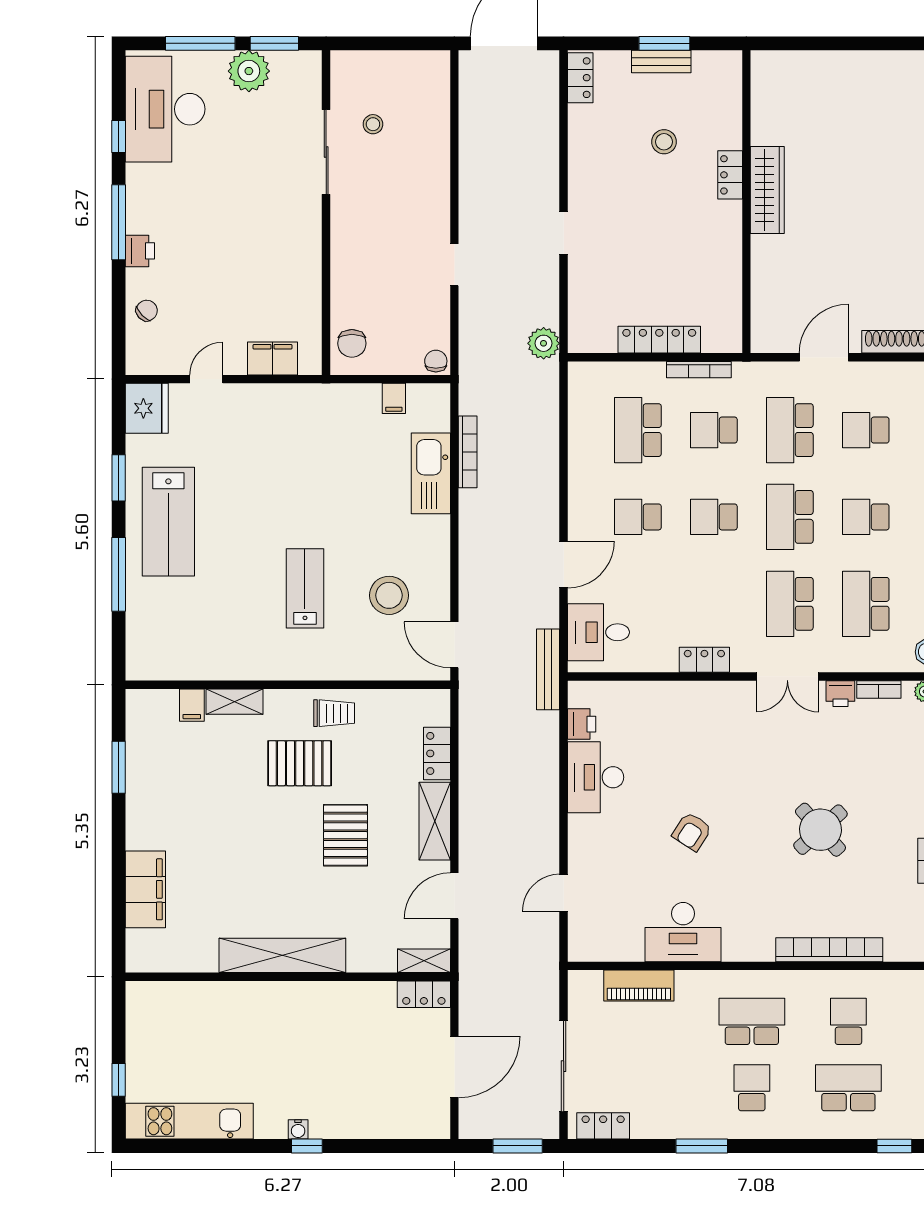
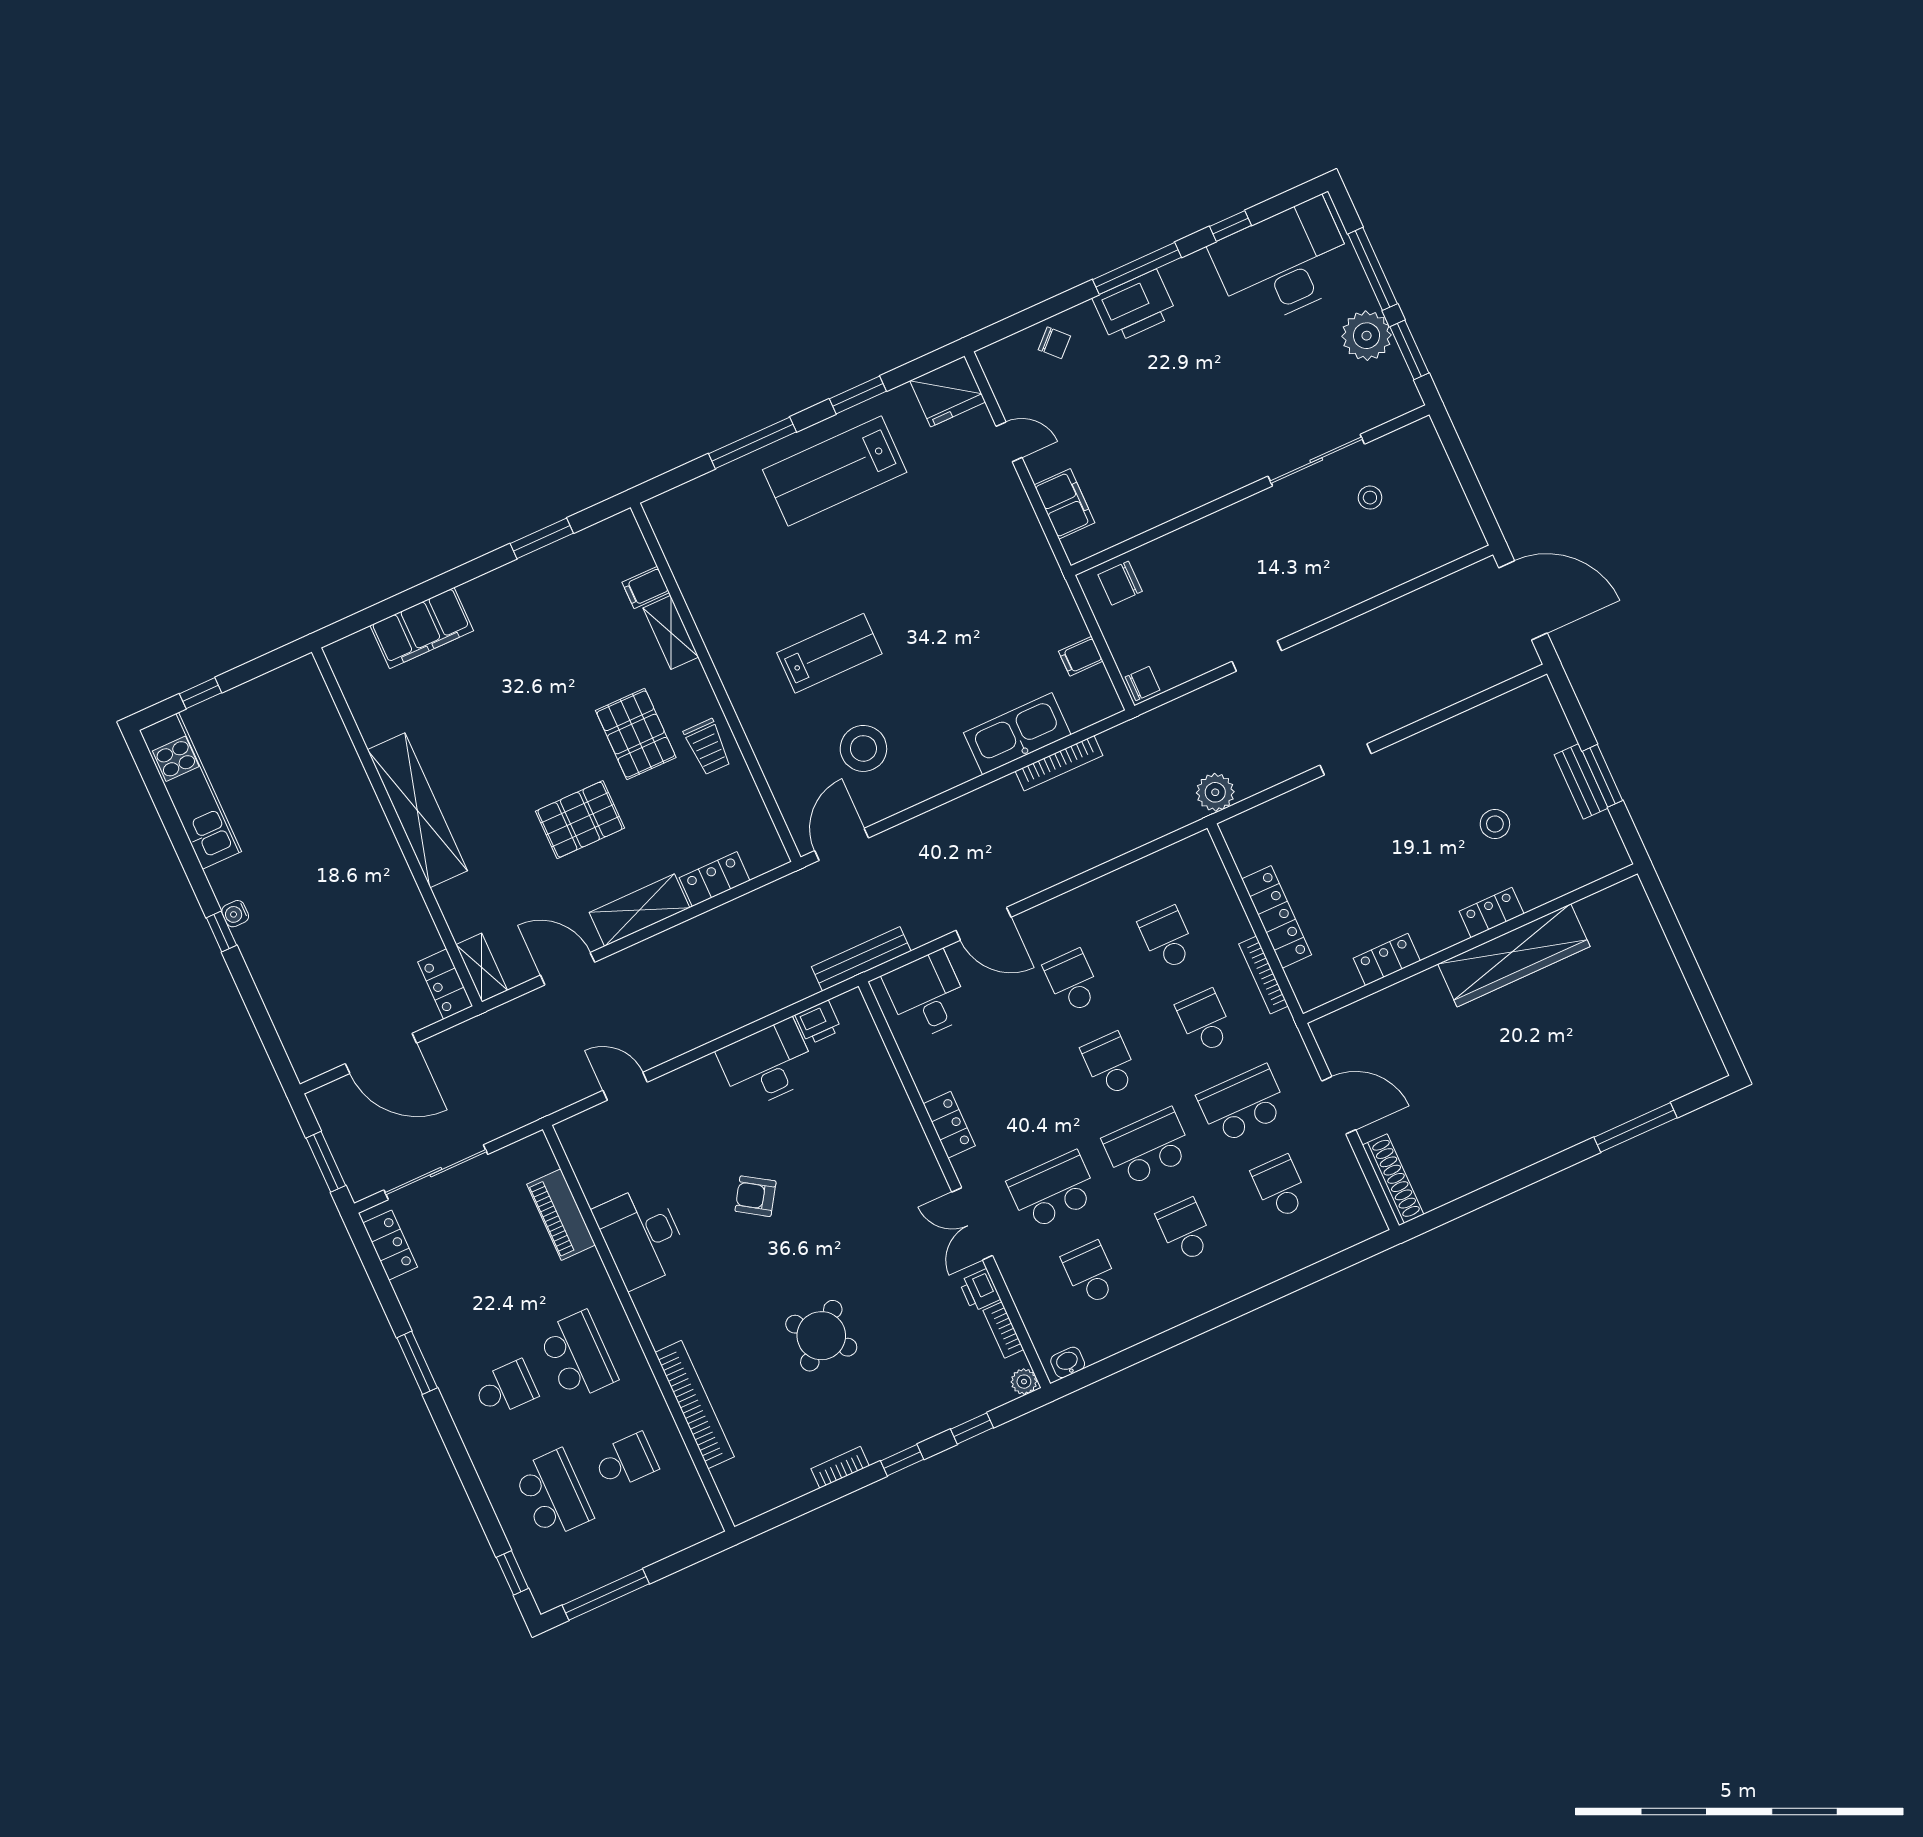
locker: (580, 78) -> (1387, 959), moved, turned 180
wardrobe: (767, 190) -> (1514, 955), width x1.40, depth x1.17
printer: (140, 251) -> (1135, 307), width x1.87, depth x1.48
school desk: (638, 430) -> (1167, 938), width x0.54
school desk: (866, 604) -> (1090, 1273), width x0.54

